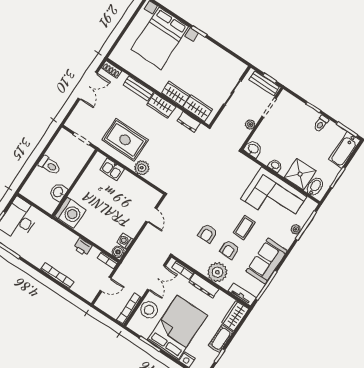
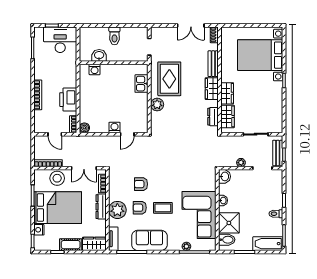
washing machine: (70, 213) -> (95, 69), width x0.53, depth x0.53
washing machine: (125, 241) -> (114, 127), moved
printer: (83, 247) -> (68, 100), width x1.87, depth x1.48

